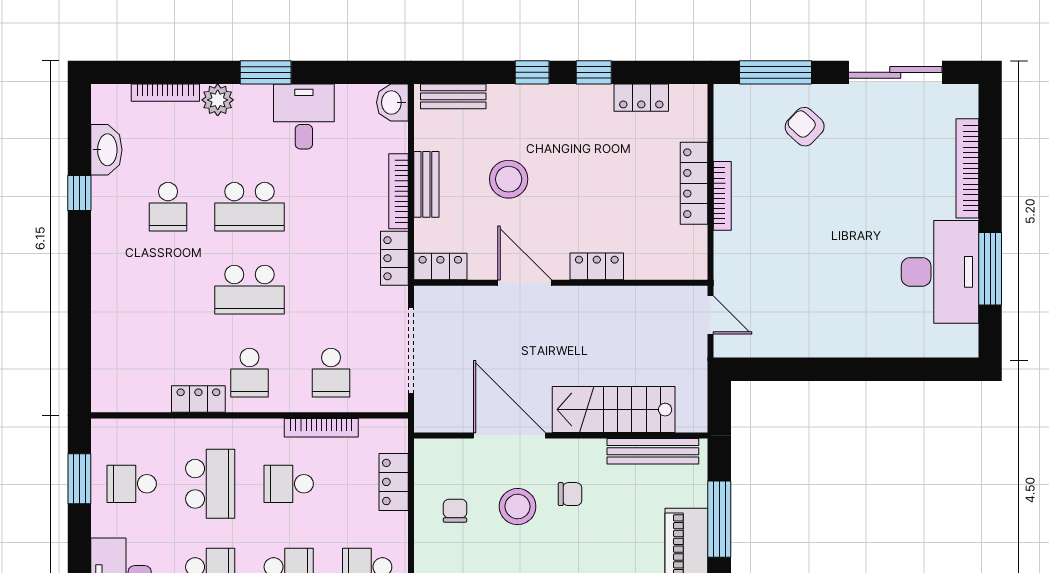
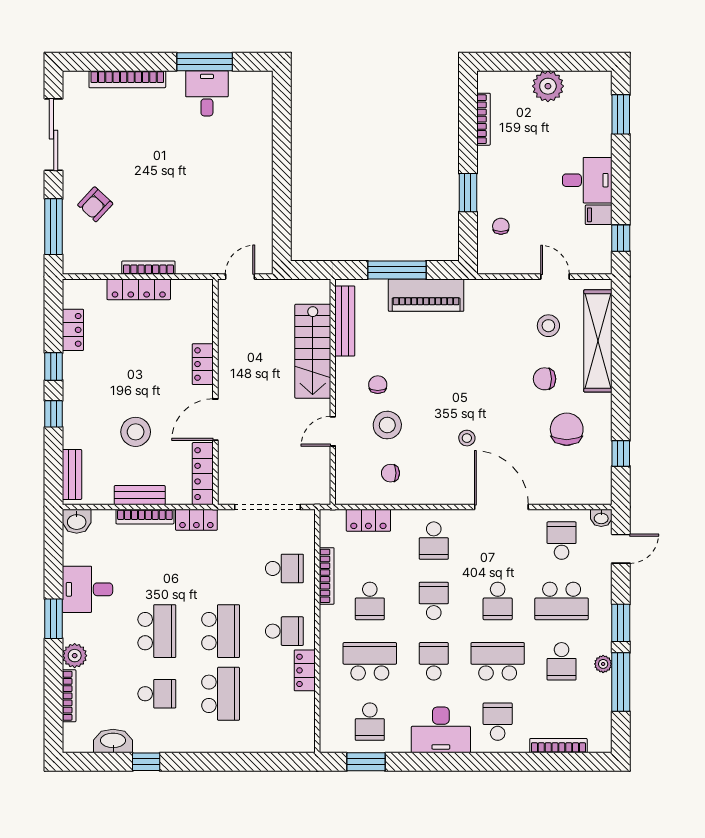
locker: (440, 267) -> (203, 474), width x1.53
desk: (940, 272) -> (207, 93), width x0.53, depth x0.77
school desk: (168, 290) -> (221, 694), added
door: (509, 436) -> (333, 431), width x0.53

